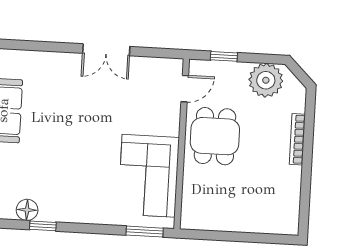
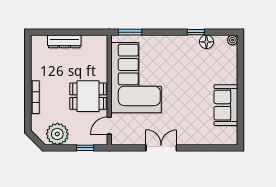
dining table: (215, 136) -> (88, 96), turned 90
corner sofa: (149, 176) -> (136, 78), width x1.36, depth x1.36
dresser: (247, 223) -> (64, 41), added

